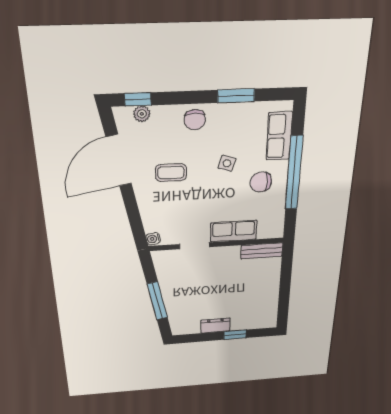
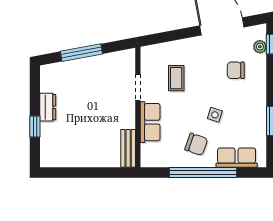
chair: (195, 120) -> (236, 70), moved
coffee table: (171, 173) -> (176, 78), moved
chair: (261, 182) -> (196, 144), turned 109
water cooler: (153, 239) -> (148, 51), removed

